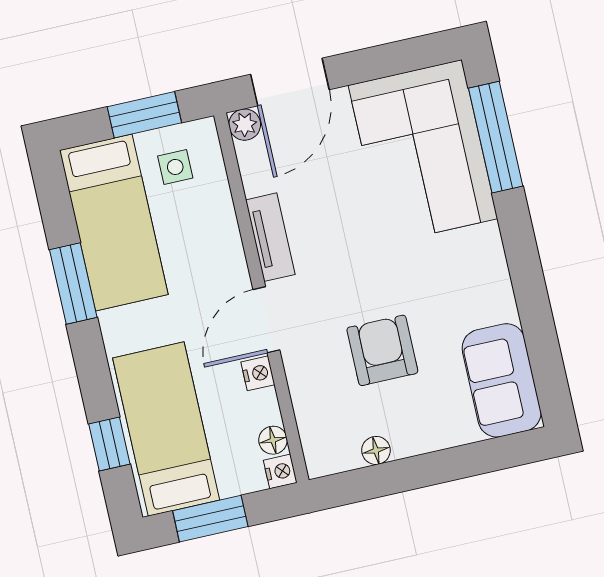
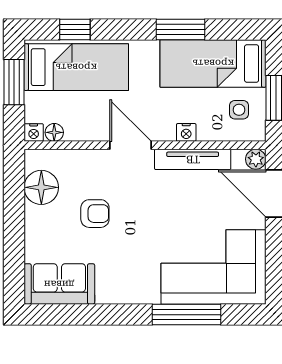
window: (496, 137) -> (186, 315), moved
tv unit: (270, 237) -> (193, 159), width x1.41
armchair: (382, 350) -> (95, 214), width x0.72, depth x0.72
nightstand: (258, 373) -> (186, 132), moved
floor lamp: (376, 450) -> (41, 187), width x1.89, depth x1.89

